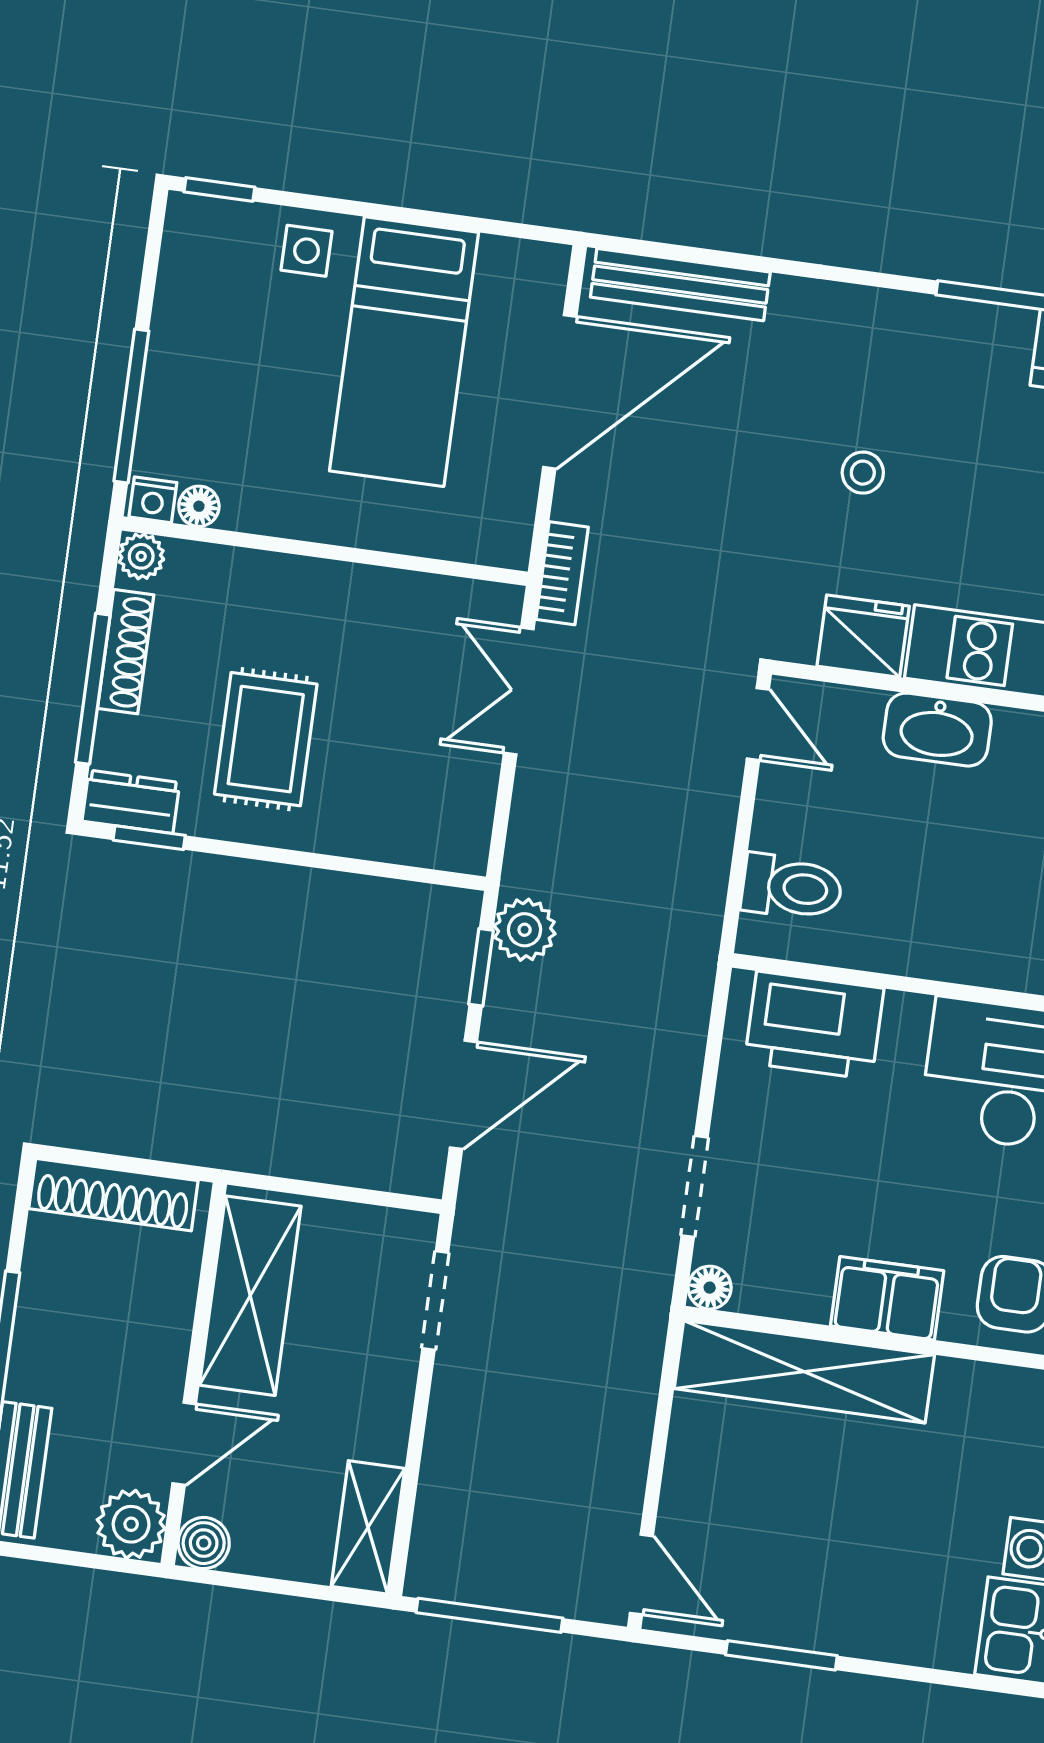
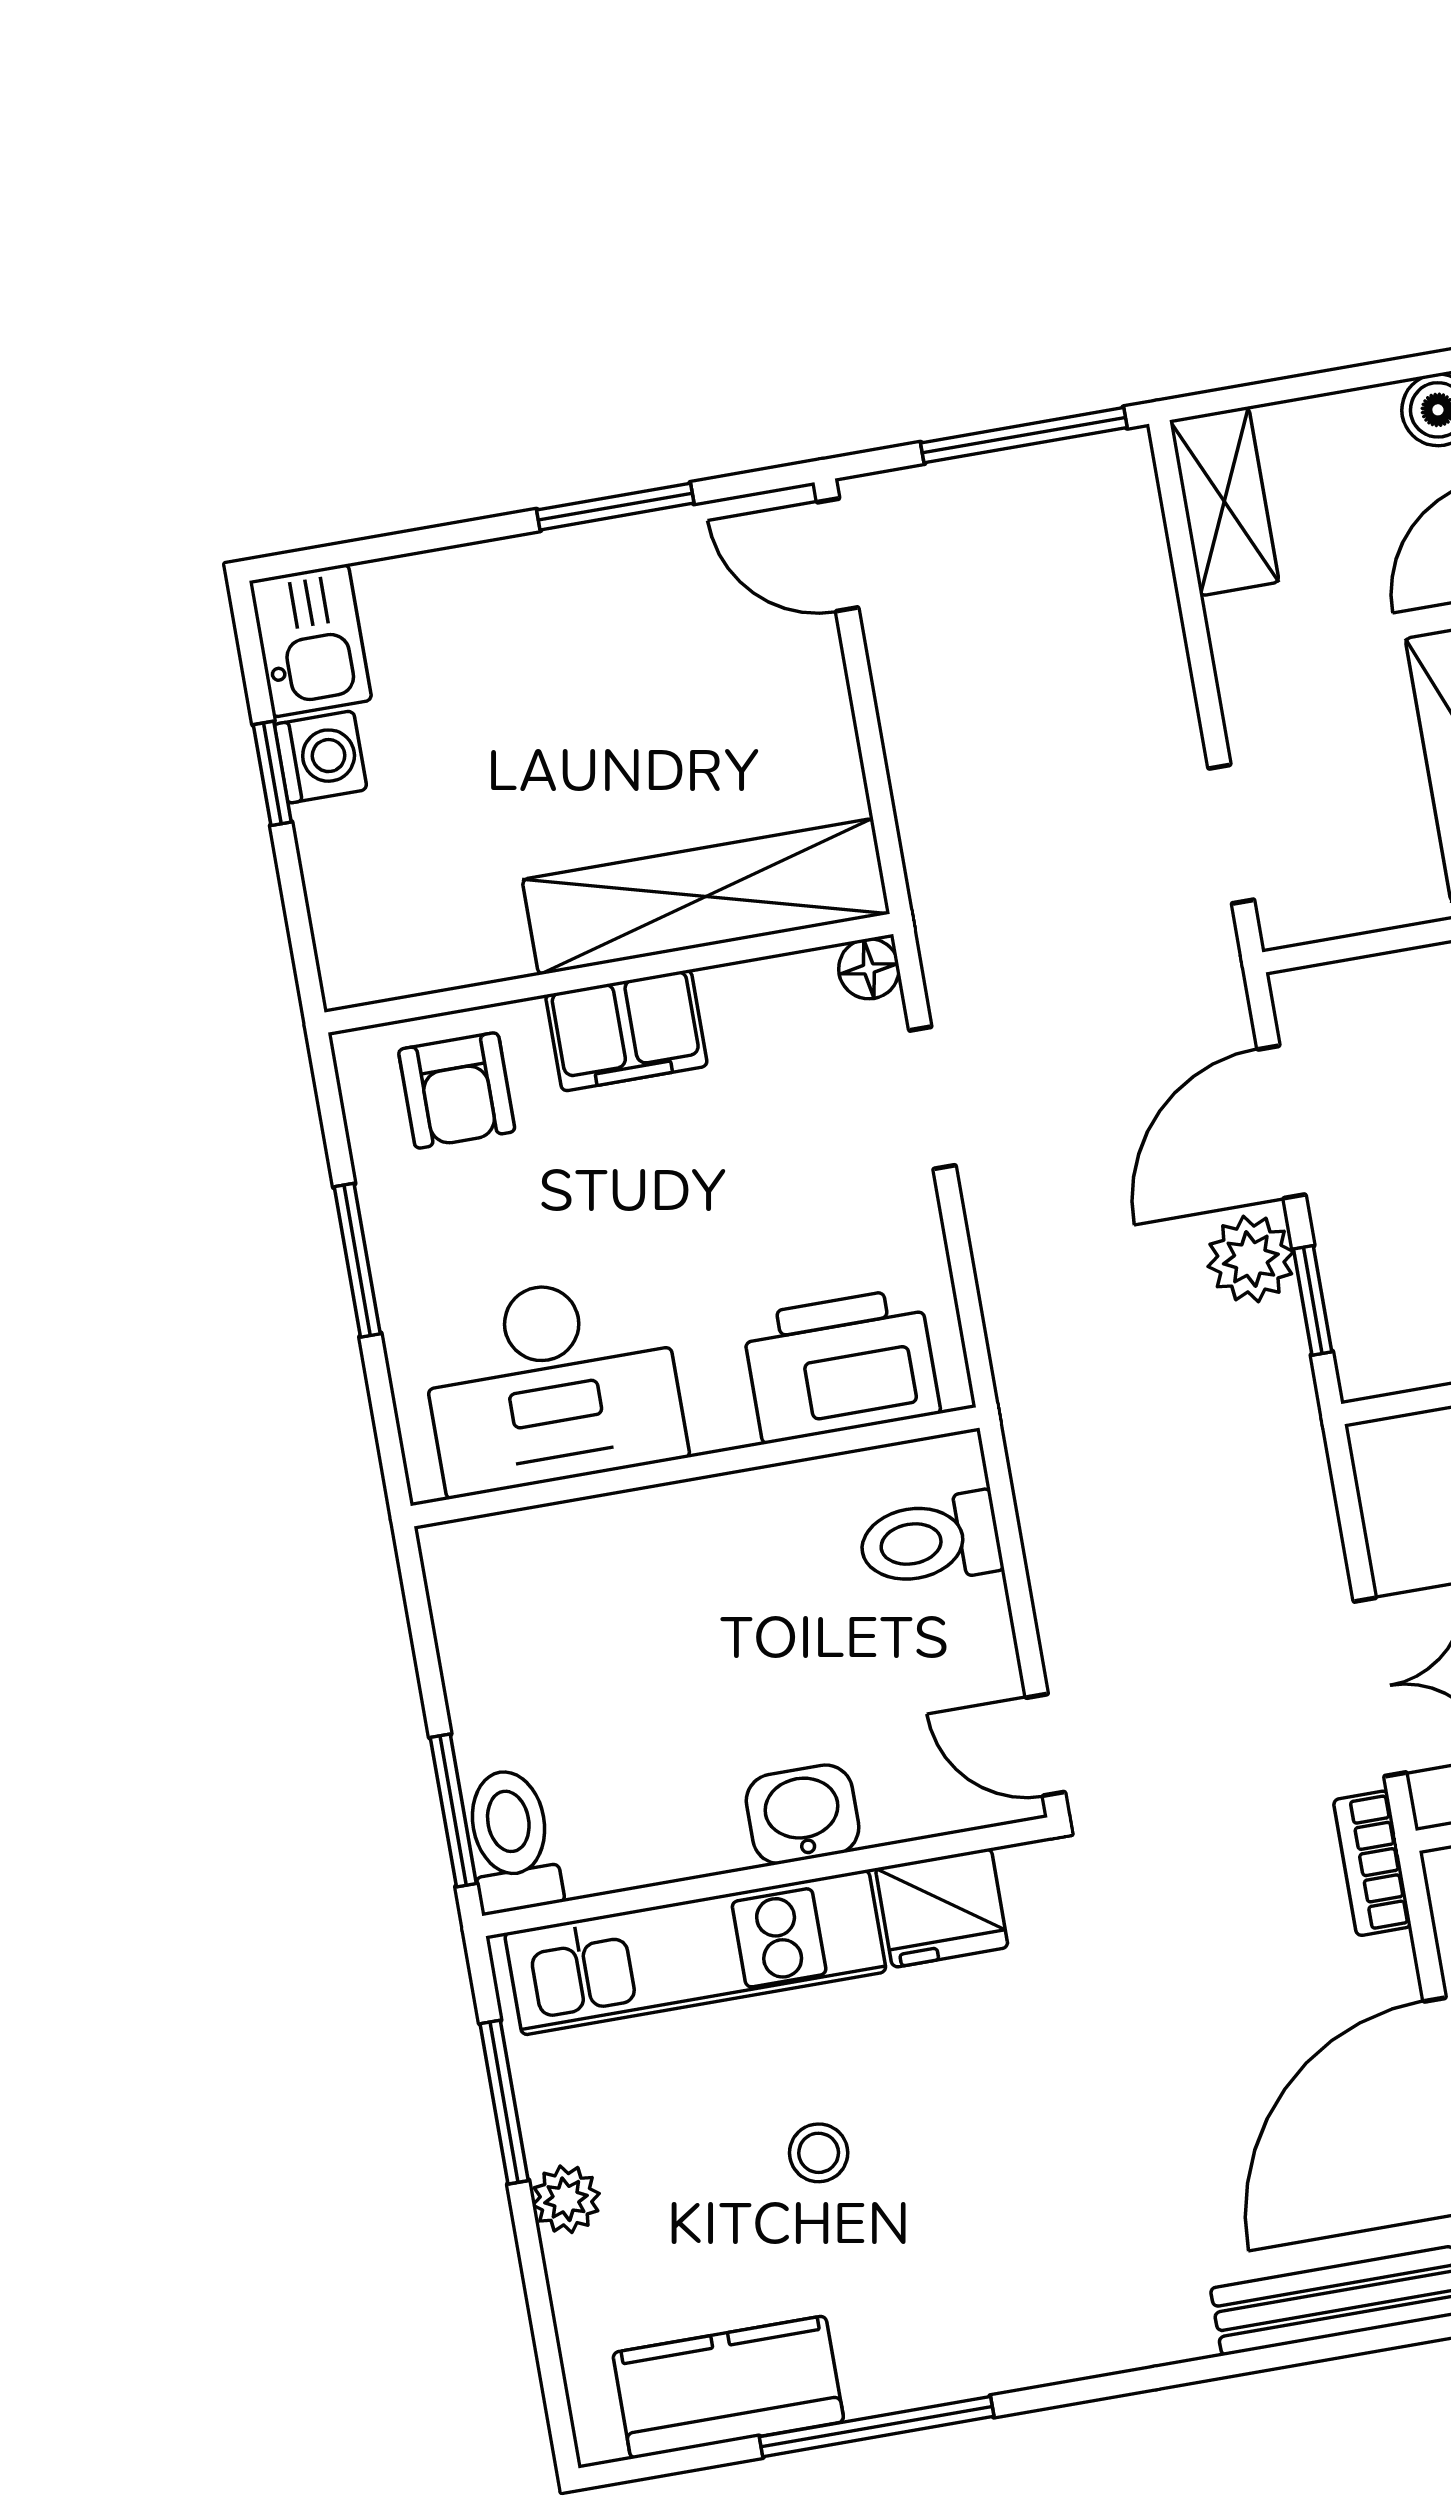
stool: (863, 473) -> (819, 2153), moved
washbasin: (937, 730) -> (803, 1814), width x0.72
plant: (525, 930) -> (1251, 1259), moved

